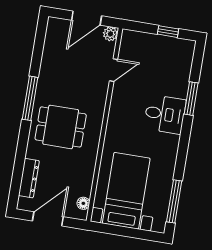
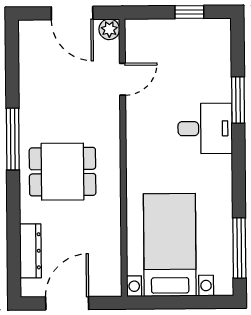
door: (87, 18) -> (72, 13), hinge flipped
floor lamp: (83, 203) -> (113, 273), removed

